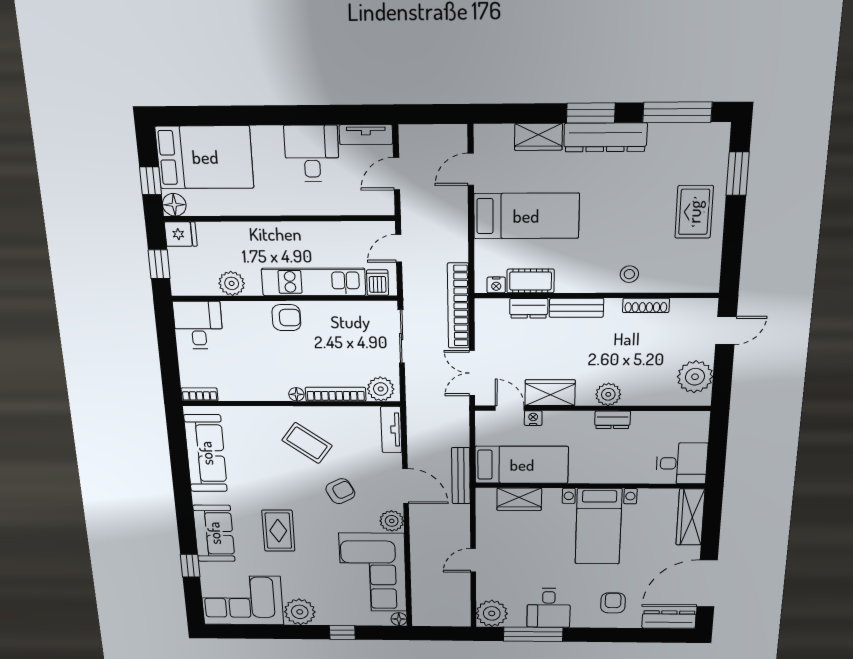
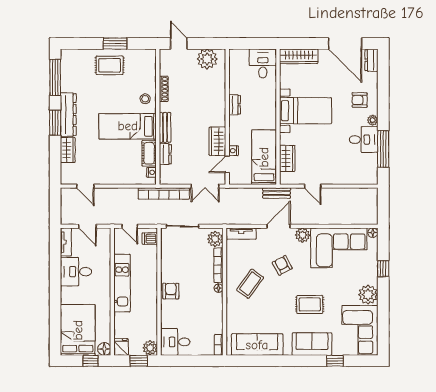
window: (738, 174) -> (115, 43), moved
bed: (526, 216) -> (128, 126), moved, turned -90
kitchen unit: (314, 282) -> (122, 283), moved, turned 180
plant: (232, 283) -> (150, 348), moved
plant: (608, 394) -> (218, 108), removed
bench: (461, 476) -> (277, 193), width x0.73
door: (473, 560) -> (313, 186), moved
plant: (492, 613) -> (373, 120), moved, width x0.53, depth x0.53
dresser: (669, 620) -> (371, 60), width x0.70

